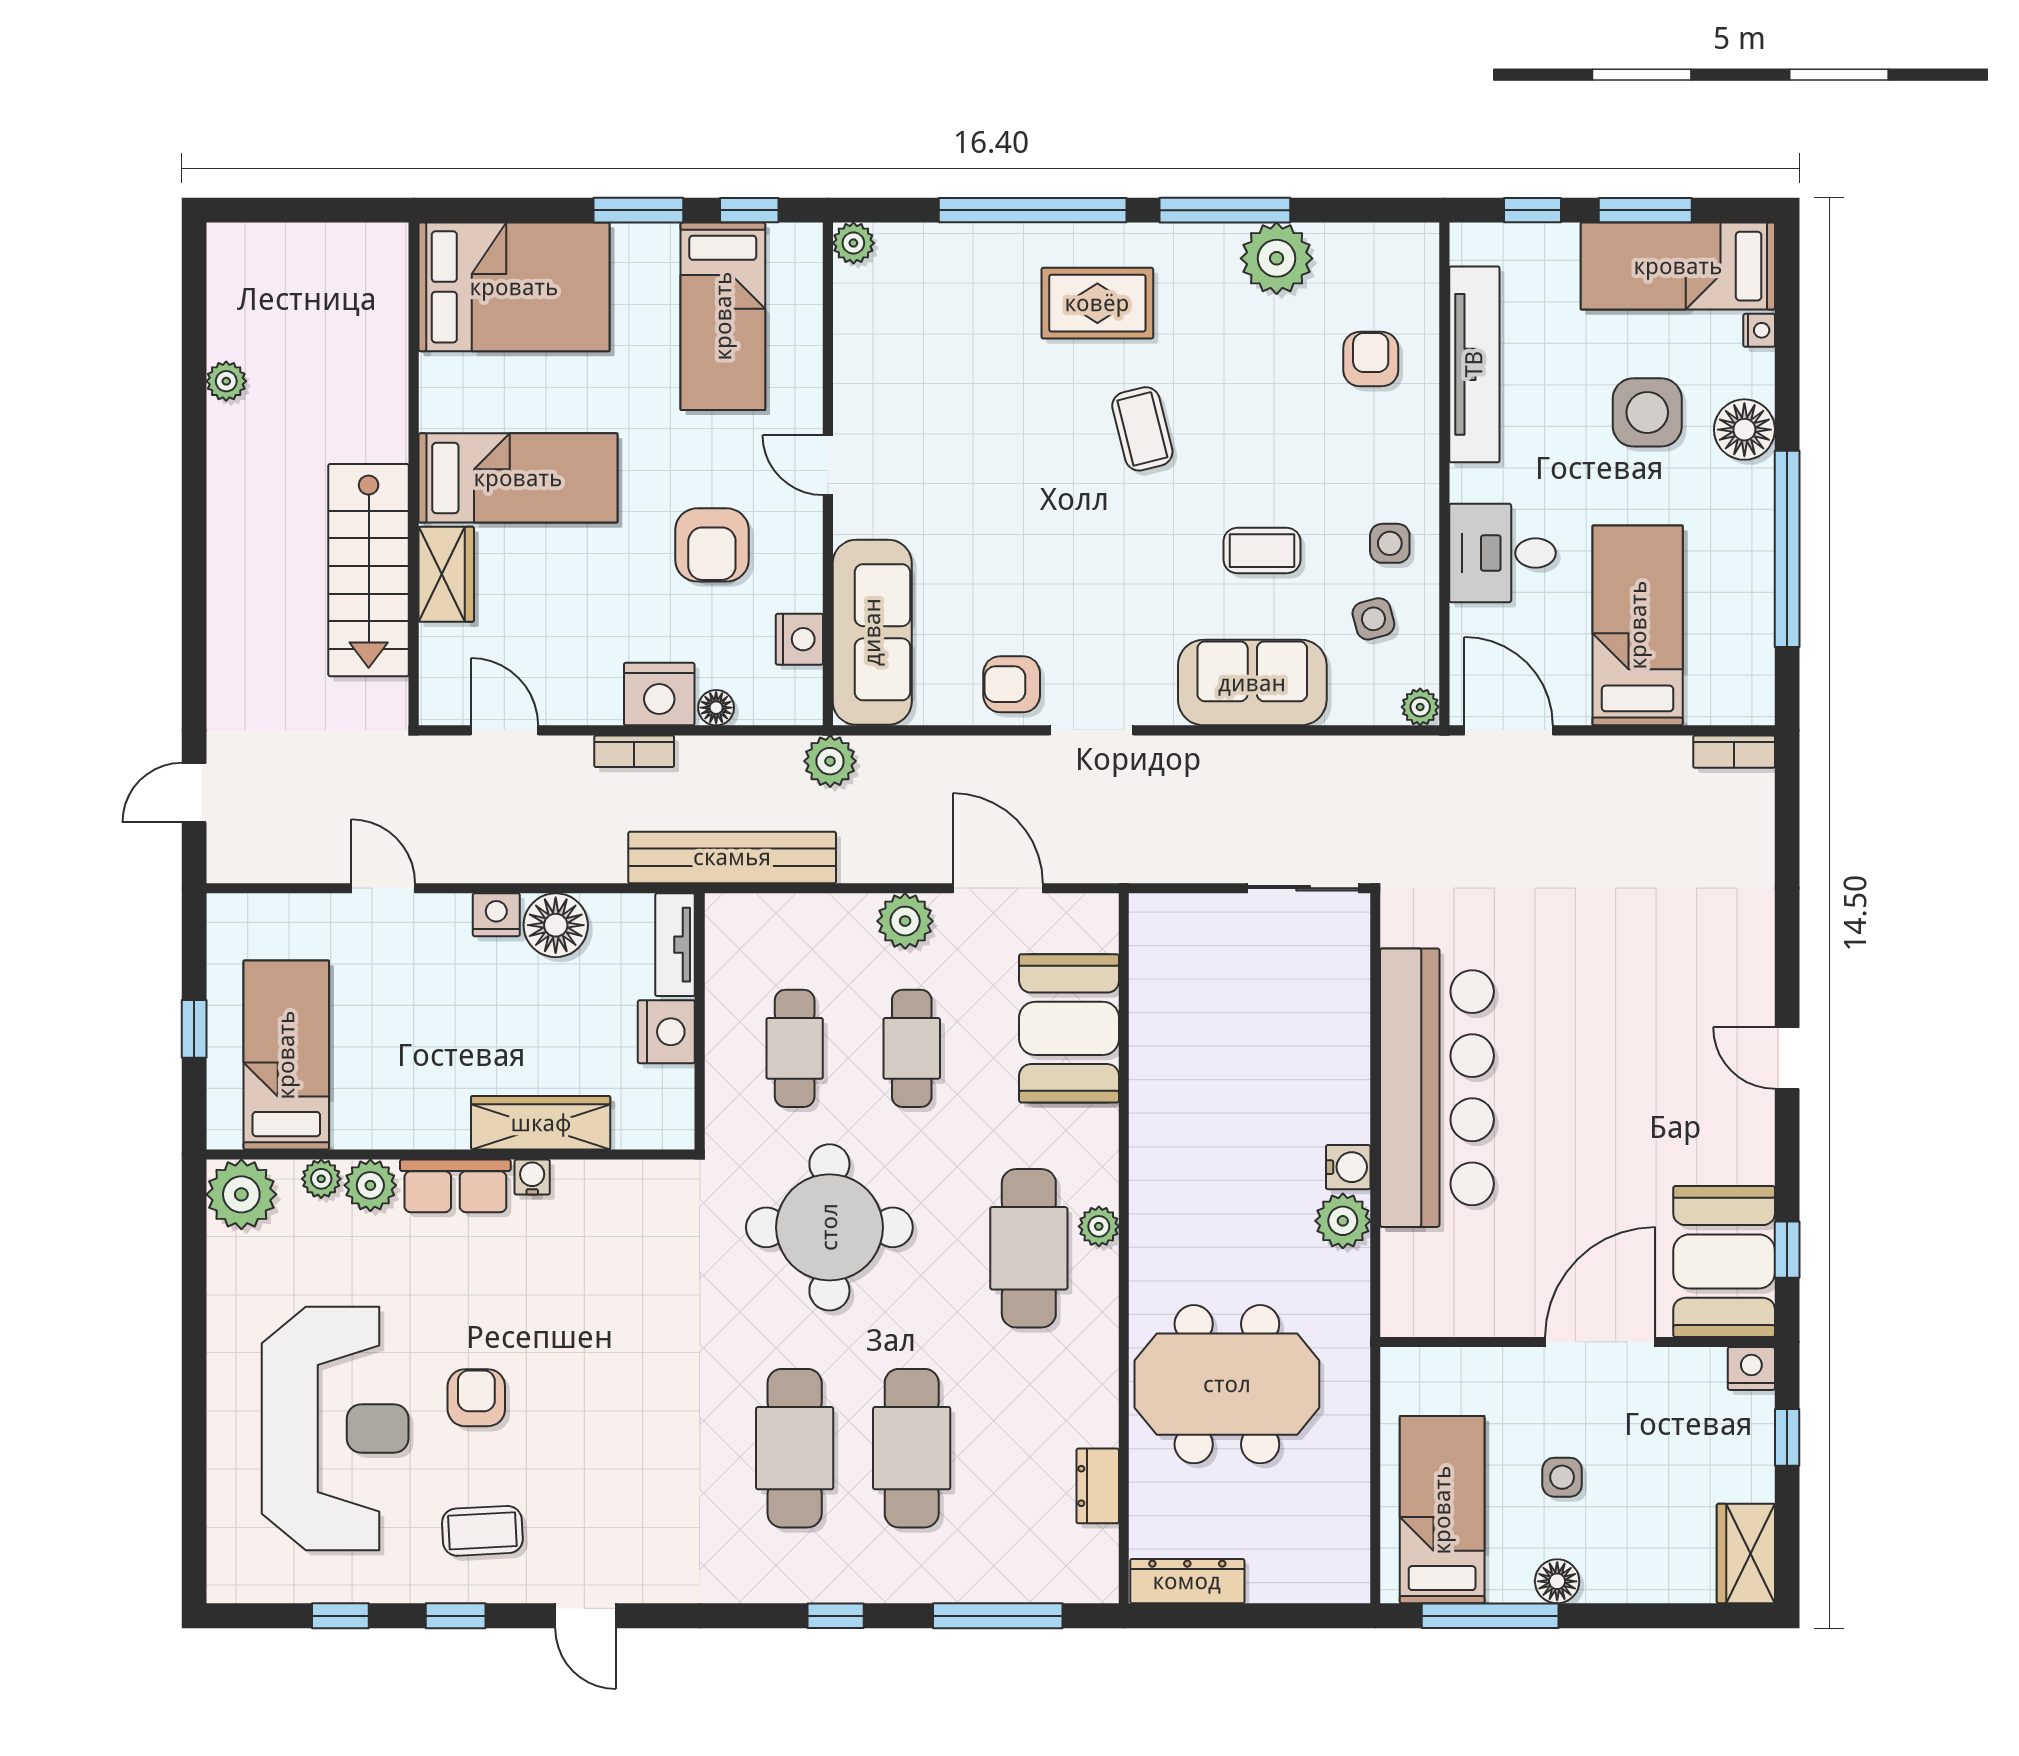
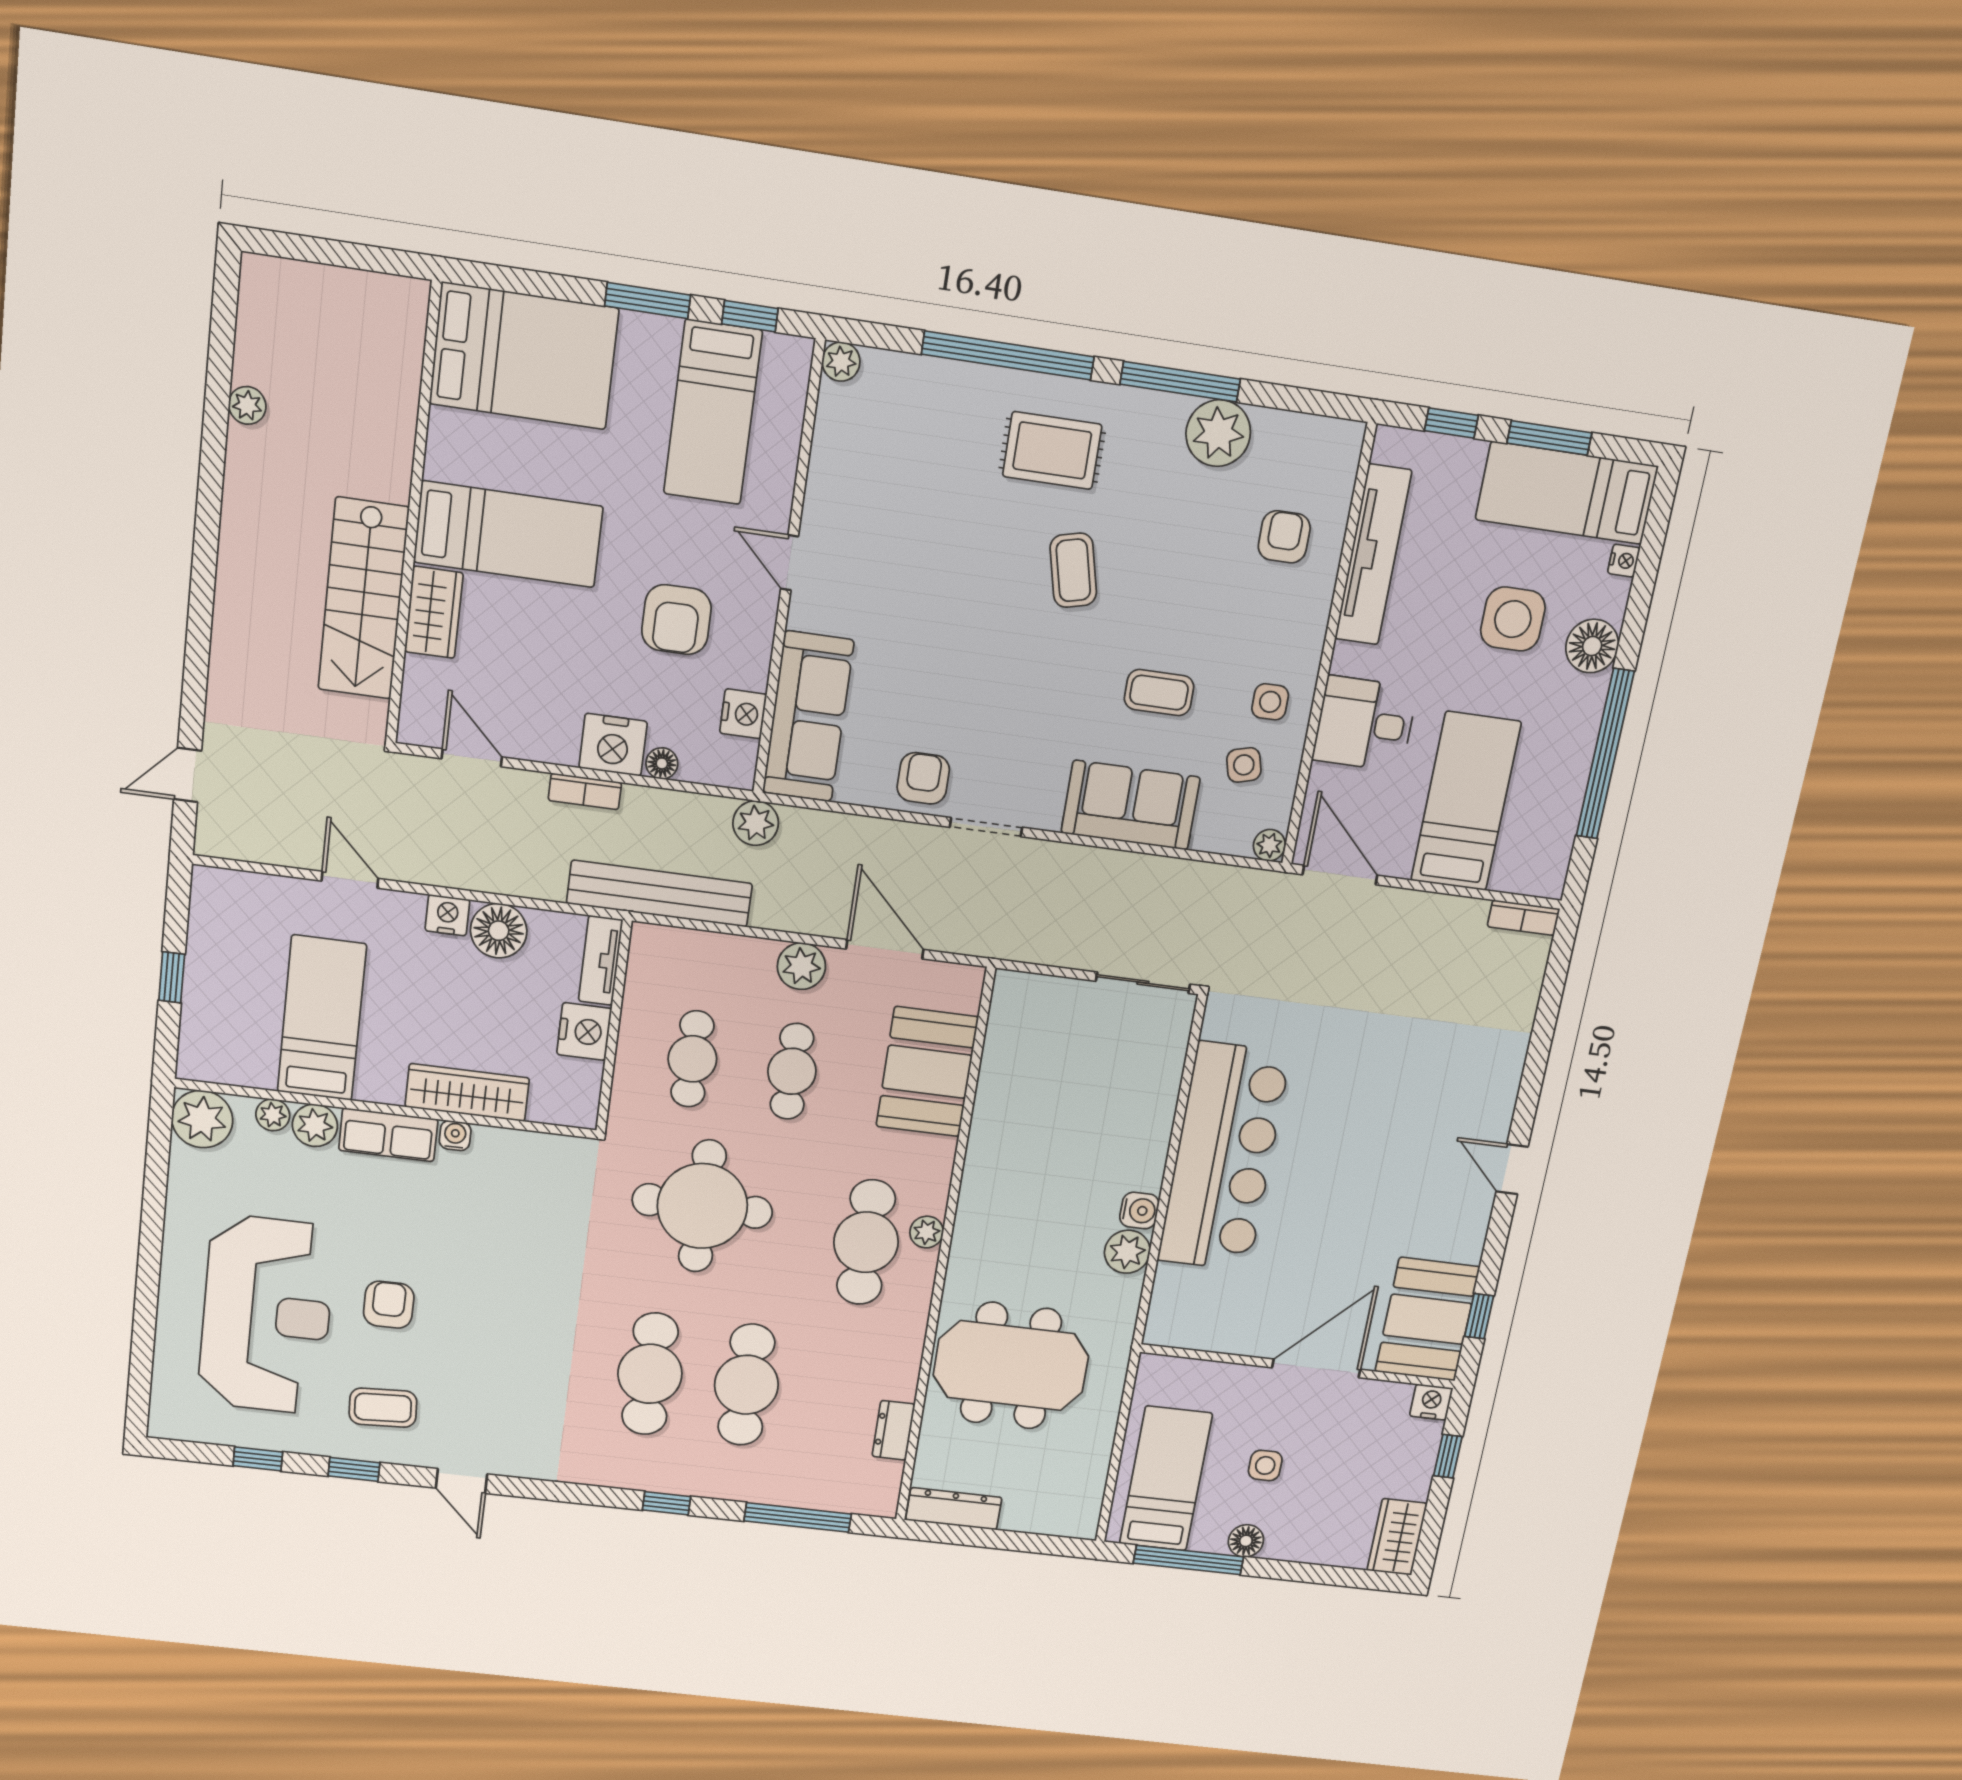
armchair: (1012, 684) -> (923, 778), turned 90
bed: (286, 1055) -> (322, 1018), moved

